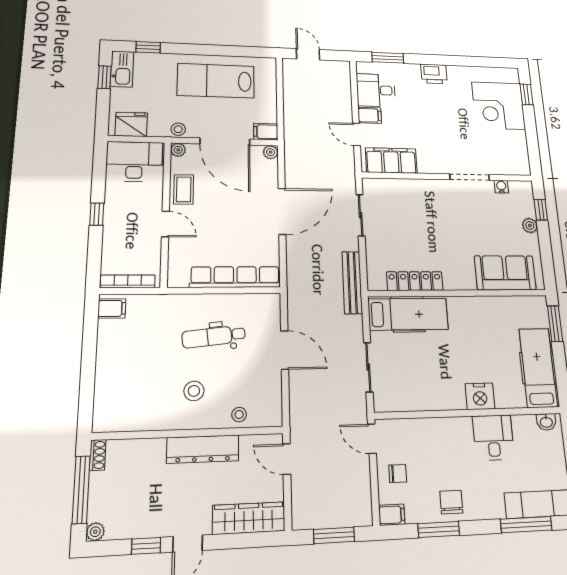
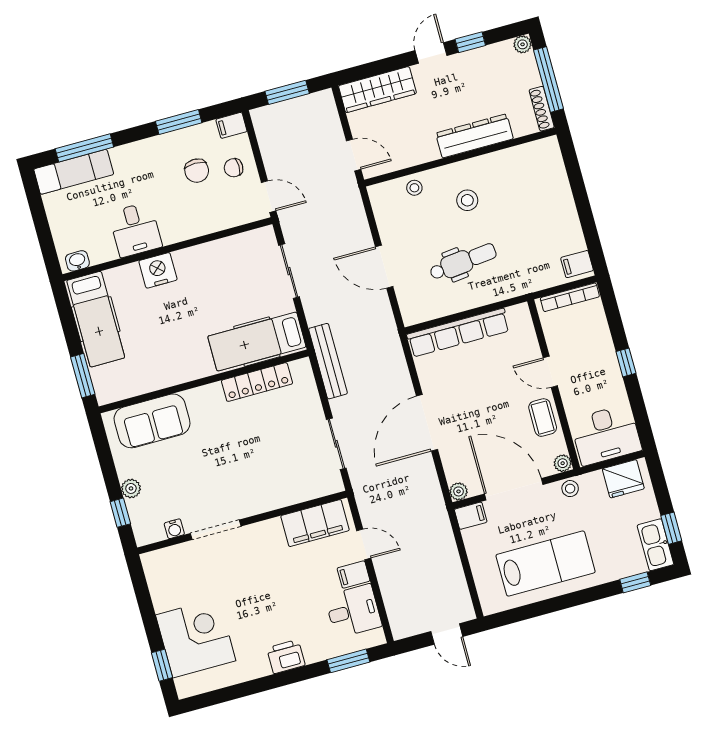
dresser: (203, 449) -> (474, 136), moved
shoe rack: (98, 455) -> (542, 109), width x1.43
chair: (451, 502) -> (197, 171), moved

